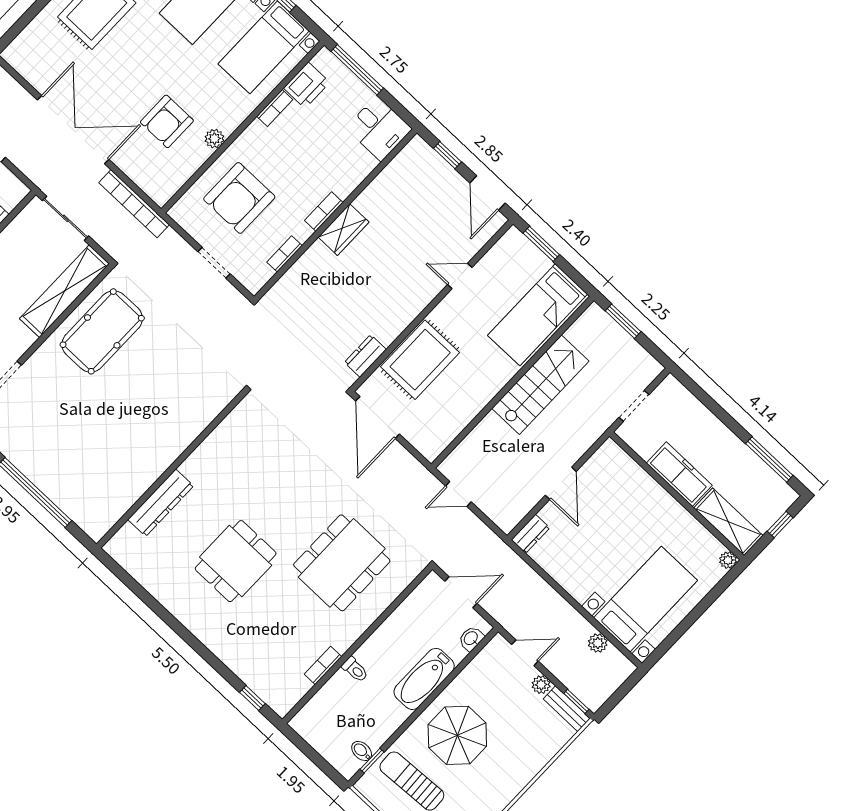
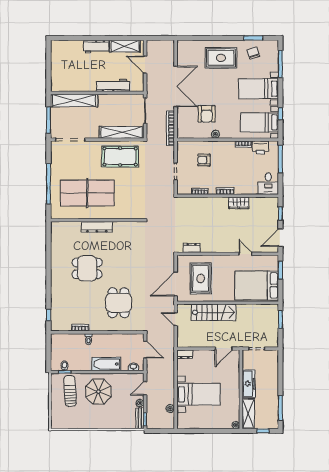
armchair: (167, 121) -> (207, 114), turned -90
armchair: (239, 198) -> (204, 160), width x0.53, depth x0.53
wardrobe: (344, 230) -> (239, 203), moved
bed: (538, 315) -> (257, 285), width x1.50
rug: (420, 360) -> (201, 278), moved, turned 90
stairs: (540, 385) -> (214, 312), moved
door: (378, 417) -> (176, 284), moved
table tennis table: (111, 443) -> (87, 193), added
door: (561, 483) -> (224, 349), moved
dresser: (161, 503) -> (97, 227), moved
dining table: (342, 563) -> (119, 303), width x0.73
bed with nightstands: (646, 599) -> (199, 394), moved
door: (525, 653) -> (145, 388), swing flipped

